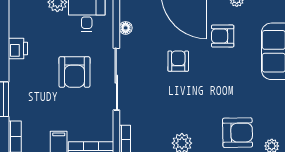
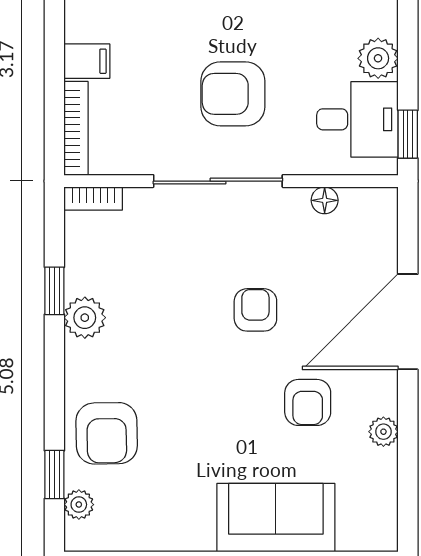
armchair: (223, 36) -> (308, 402), turned 180
armchair: (178, 61) -> (255, 310), turned -90

